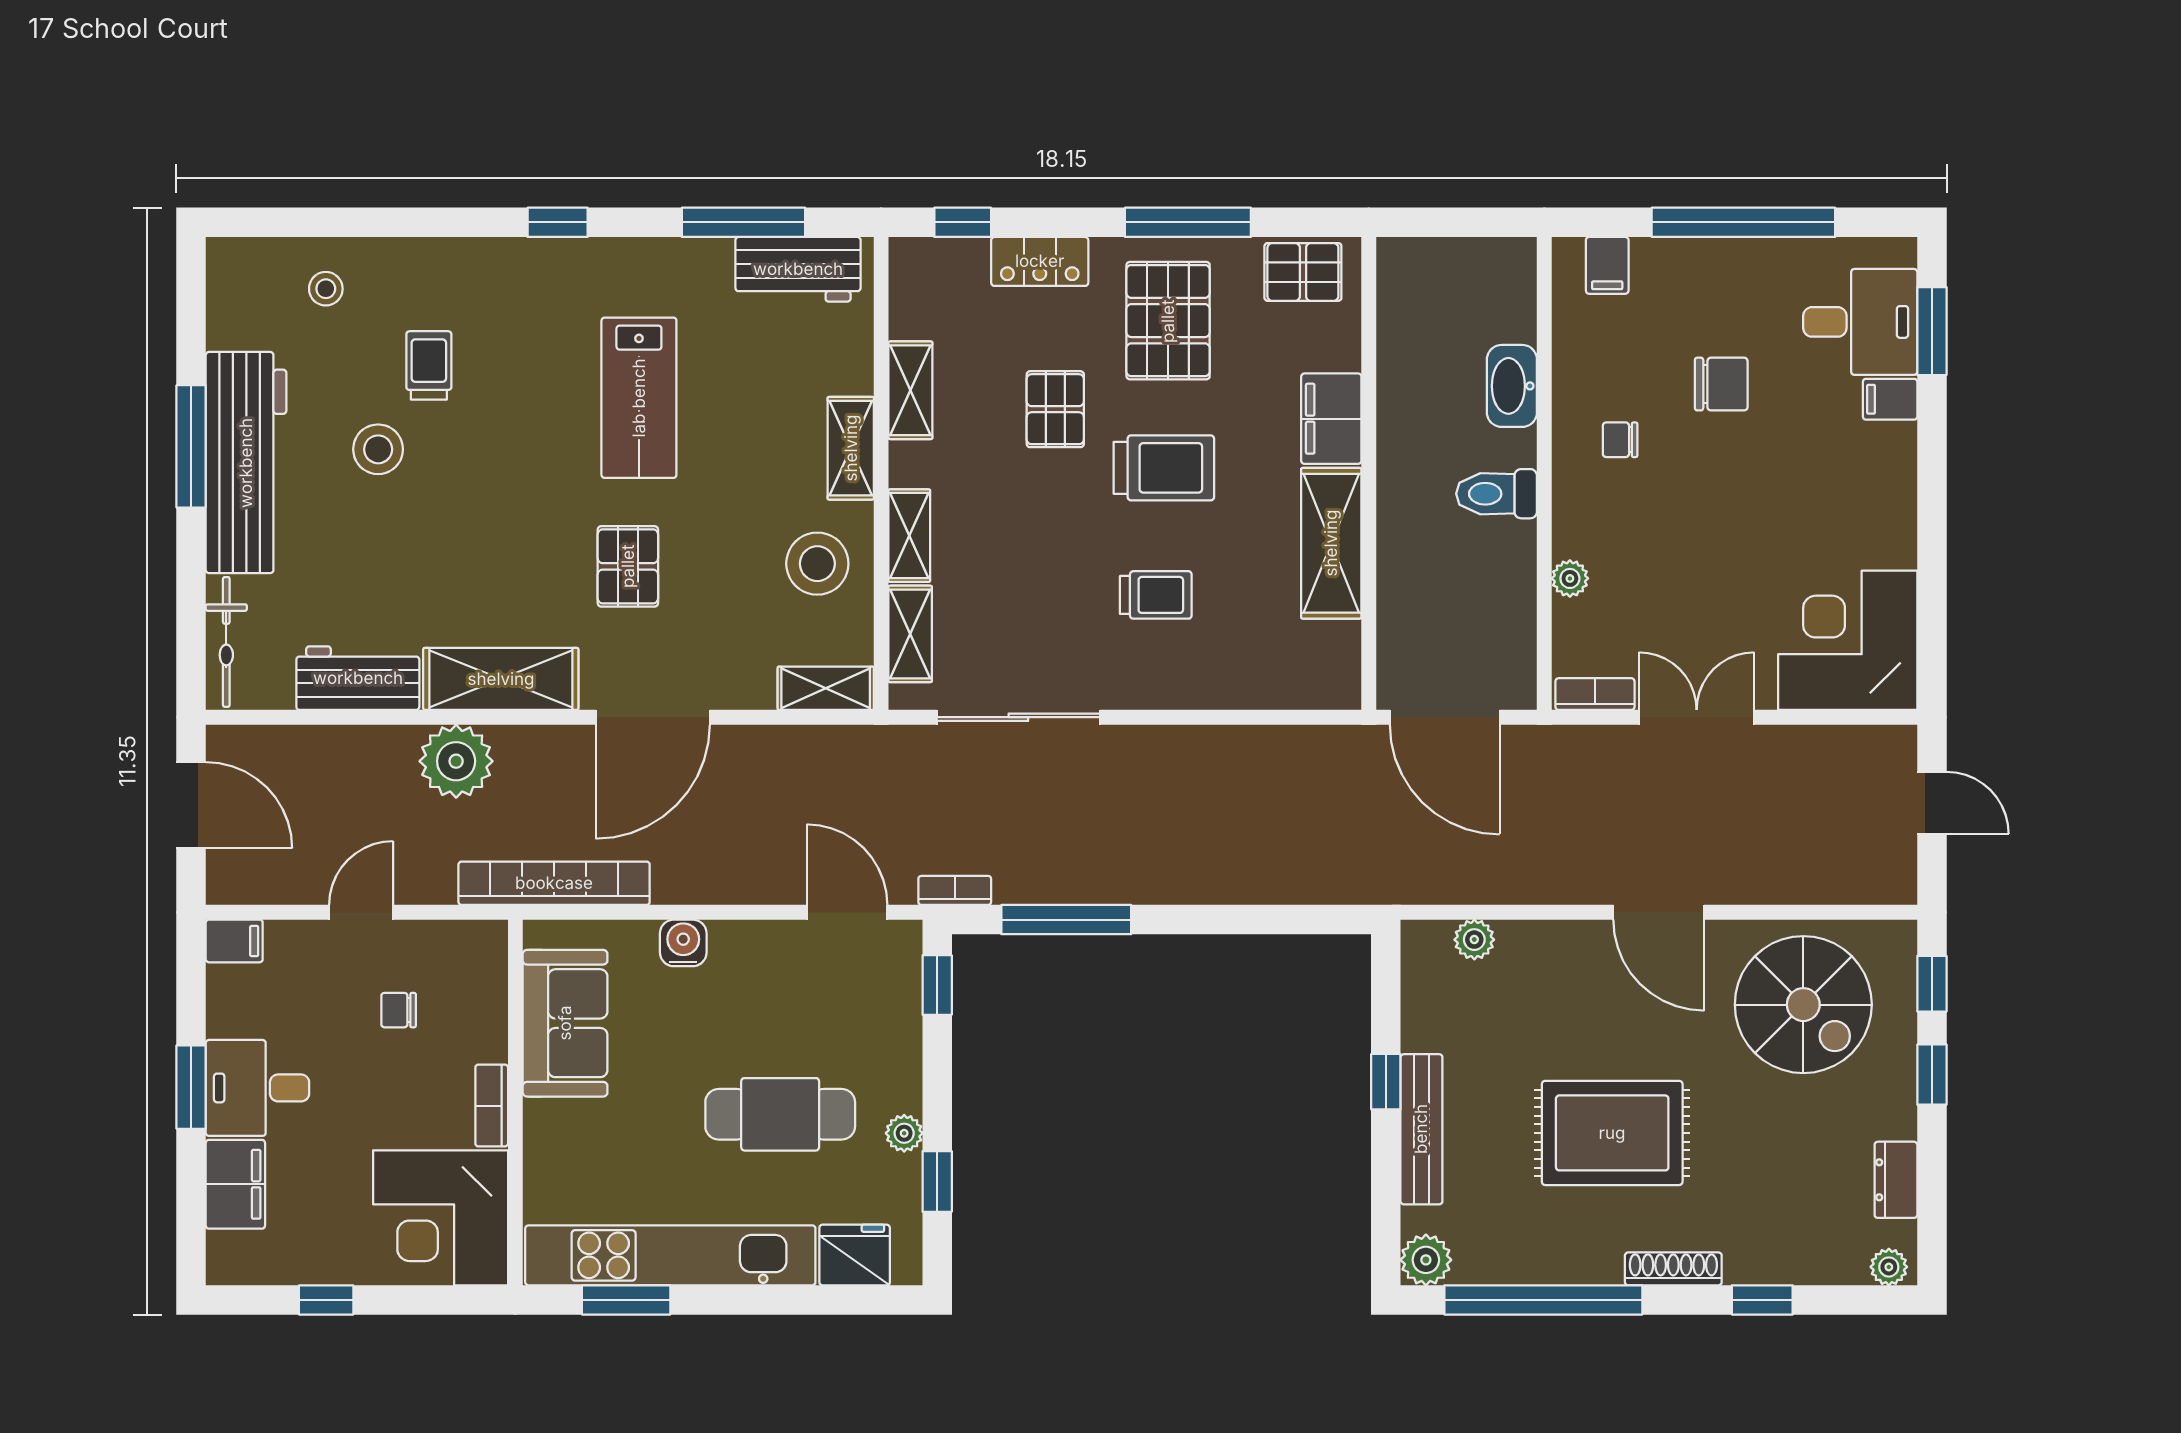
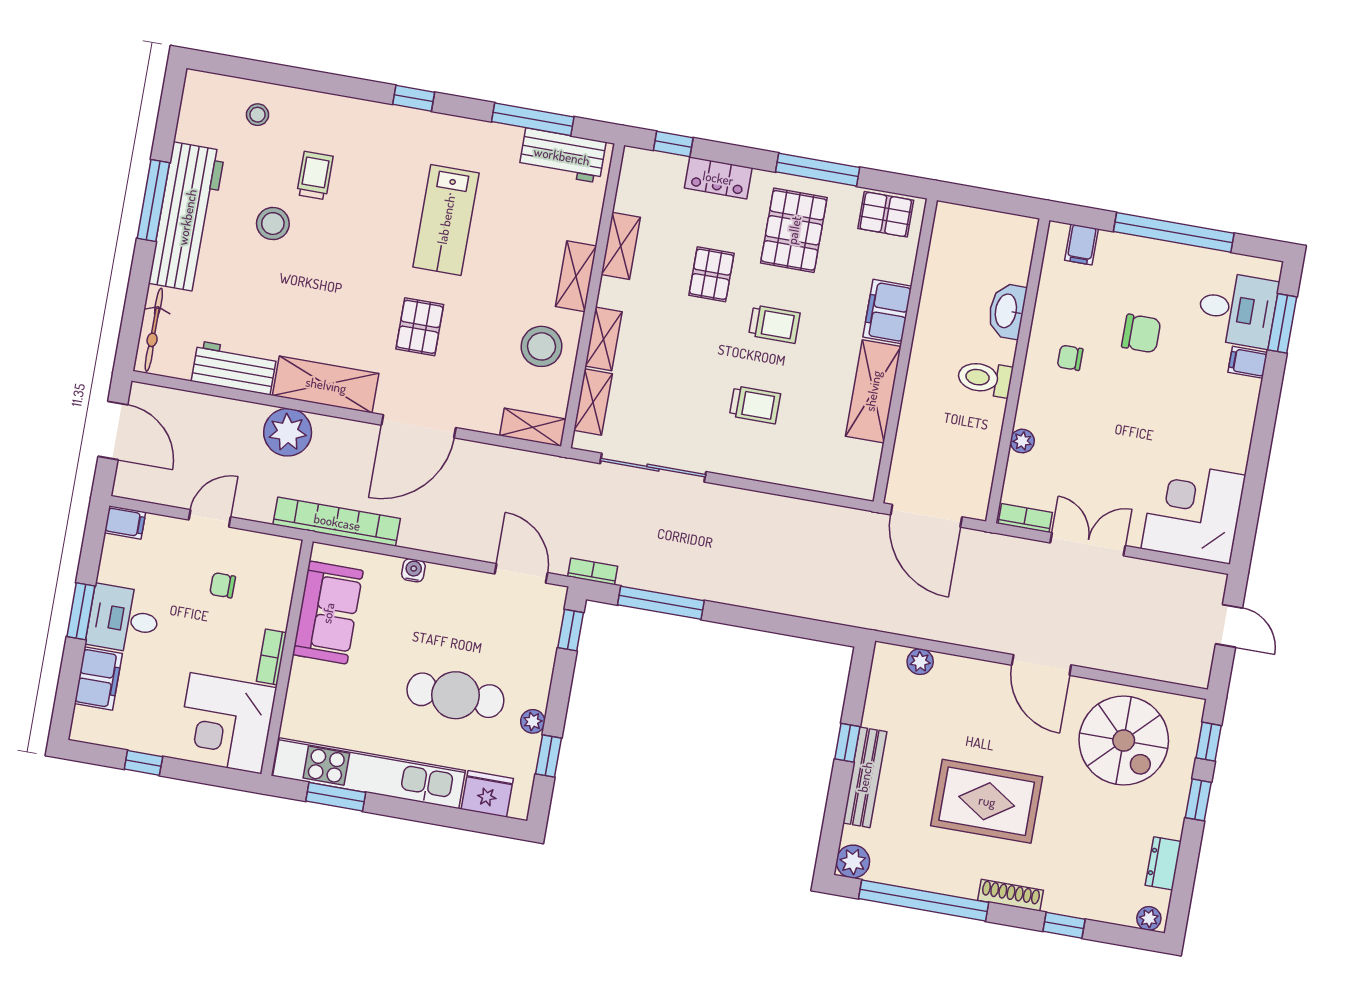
trolley: (1164, 468) -> (774, 324), width x0.73, depth x0.72
water cooler: (683, 943) -> (413, 570), width x0.72, depth x0.72

